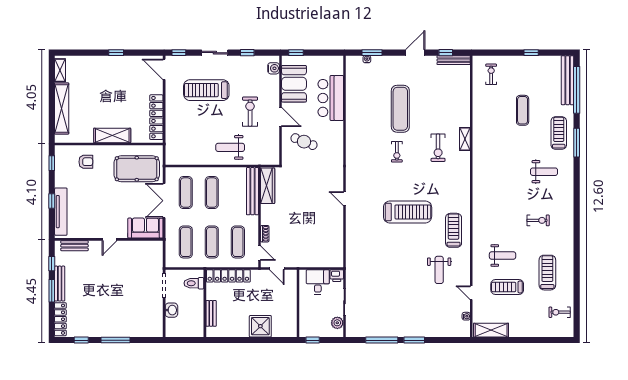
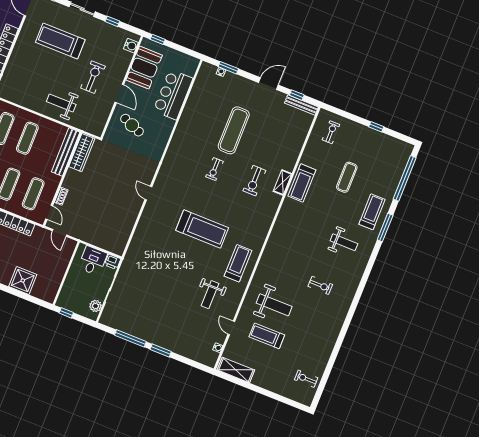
bench: (568, 80) -> (400, 166), removed
weight bench: (503, 256) -> (274, 305), width x1.36, depth x1.33
treadmill: (547, 273) -> (302, 183), moved, turned 180

